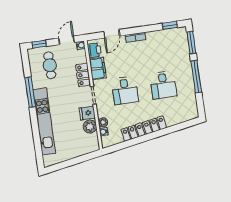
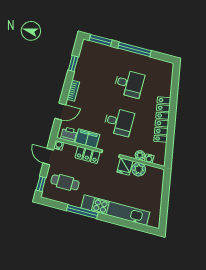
window: (170, 25) -> (73, 63), moved
door: (112, 34) -> (60, 112), hinge flipped

